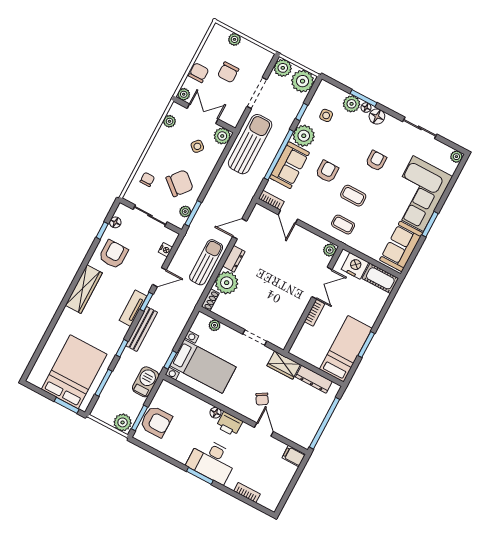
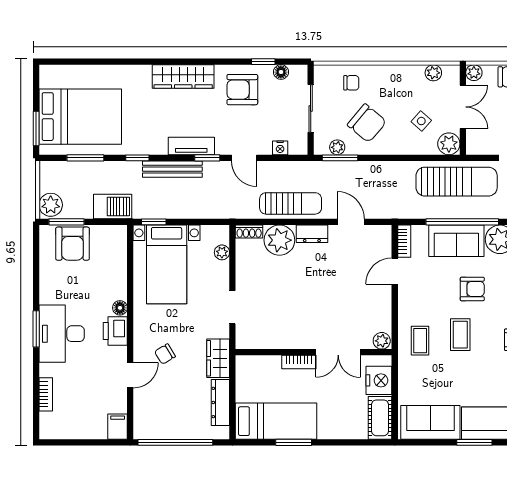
armchair: (113, 254) -> (242, 90), turned 180

